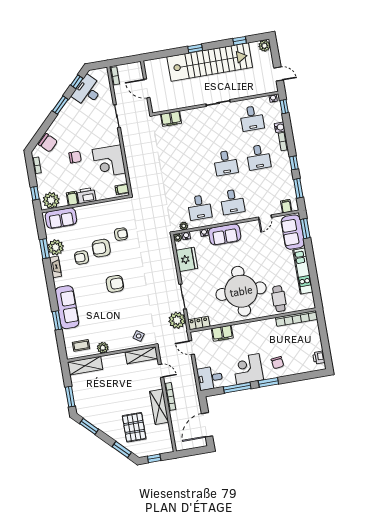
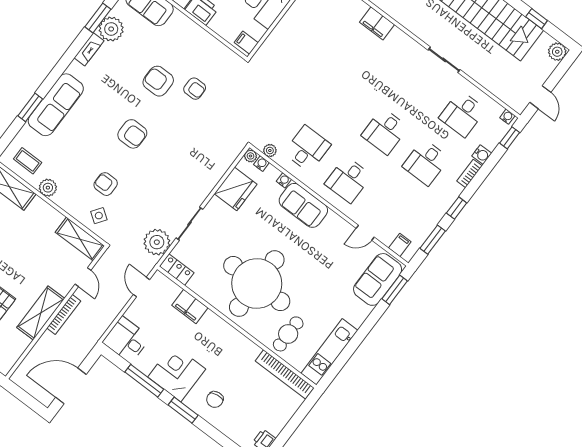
desk: (200, 207) -> (307, 149), turned 180
armchair: (82, 258) -> (106, 184), moved
kitchen unit: (303, 271) -> (329, 352), moved

